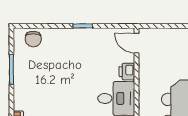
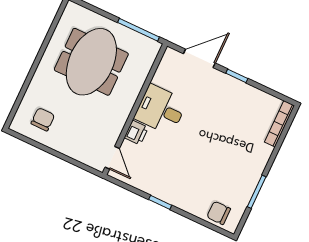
chair: (33, 39) -> (219, 213), turned -90

